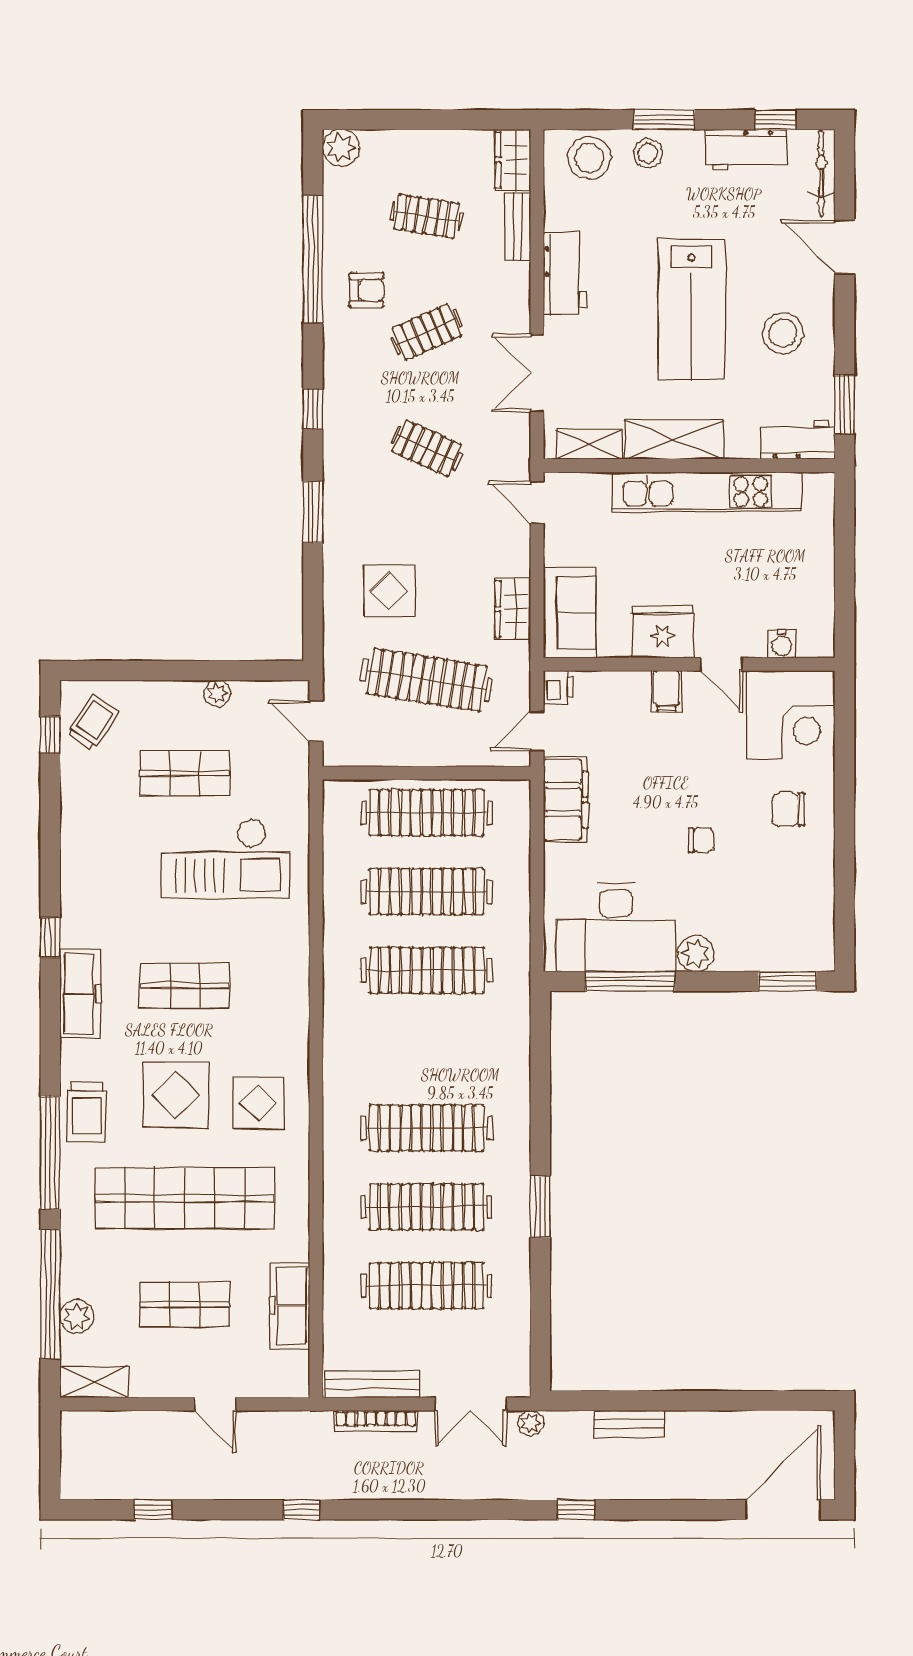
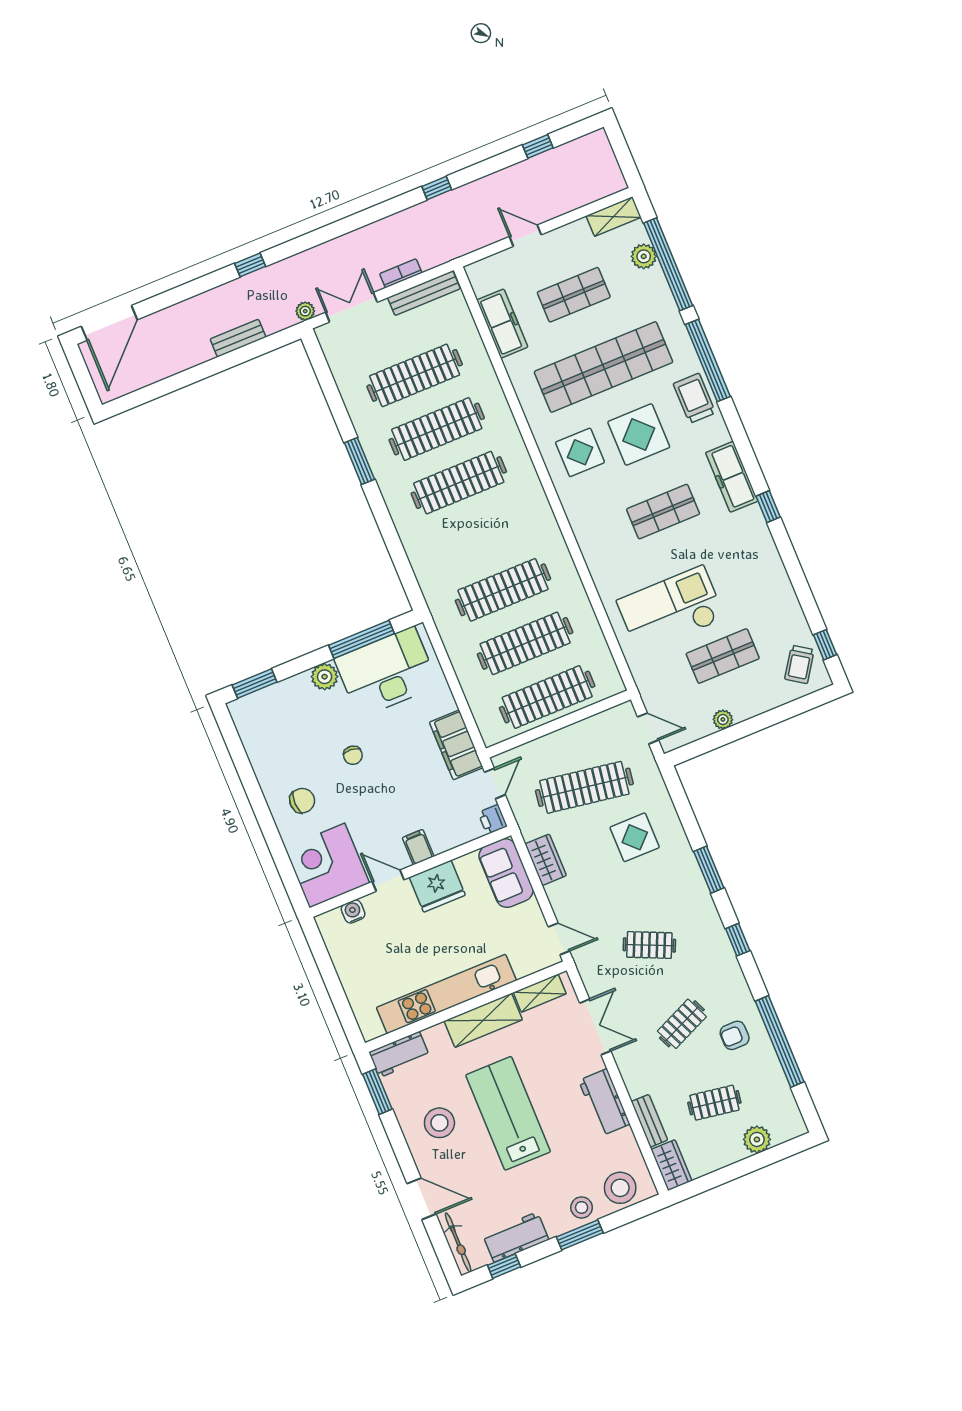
plant: (341, 148) -> (757, 1139), moved
chair: (701, 840) -> (353, 755), turned -84
bookcase: (376, 1421) -> (401, 273), width x0.64

